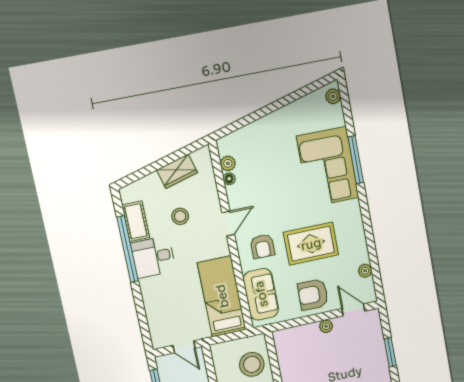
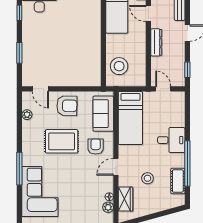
window: (356, 160) -> (19, 169), moved
wardrobe: (177, 171) -> (125, 199), moved, turned 105
desk: (153, 257) -> (171, 140), moved
plant: (326, 326) -> (62, 81), removed

